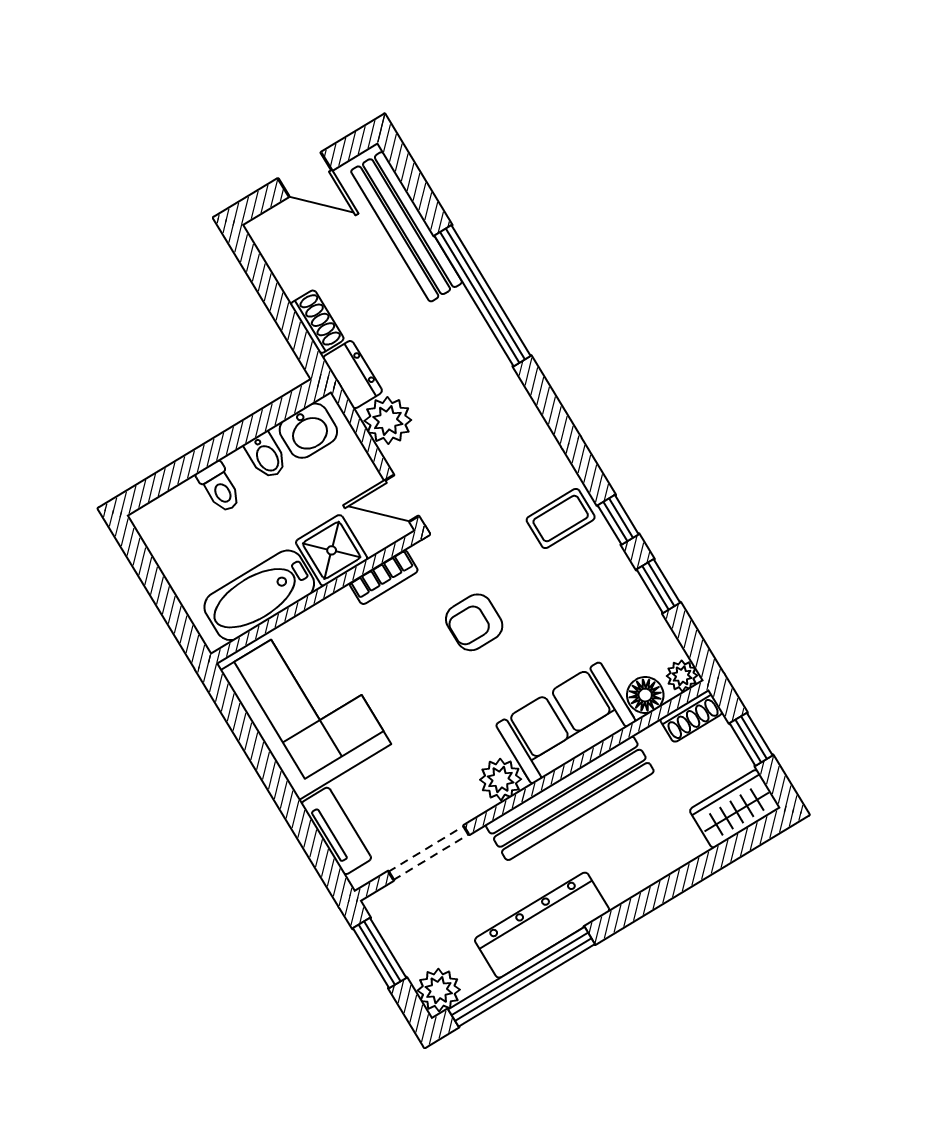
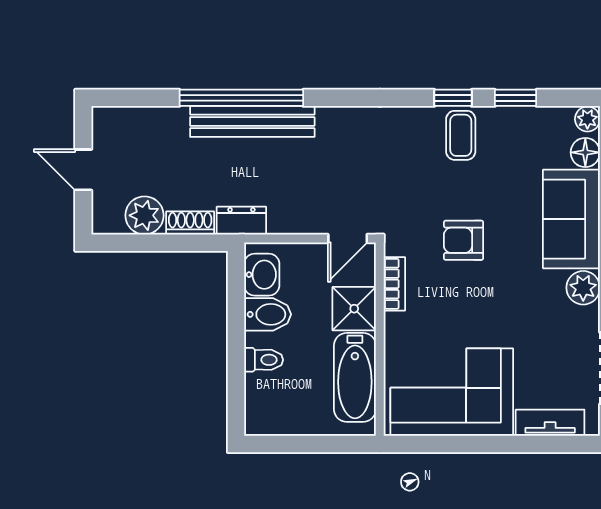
door: (305, 174) -> (83, 170), swing flipped
bench: (407, 227) -> (252, 121), moved
plant: (388, 420) -> (144, 215), moved
bidet: (266, 456) -> (268, 314), width x1.38, depth x1.36
coffee table: (561, 519) -> (461, 135), moved
armchair: (474, 622) -> (464, 240), turned 90

